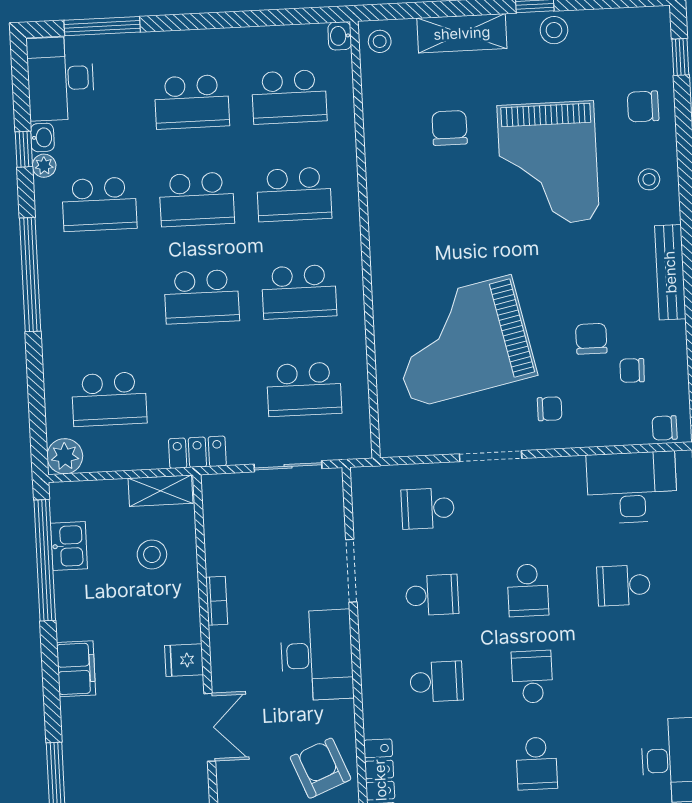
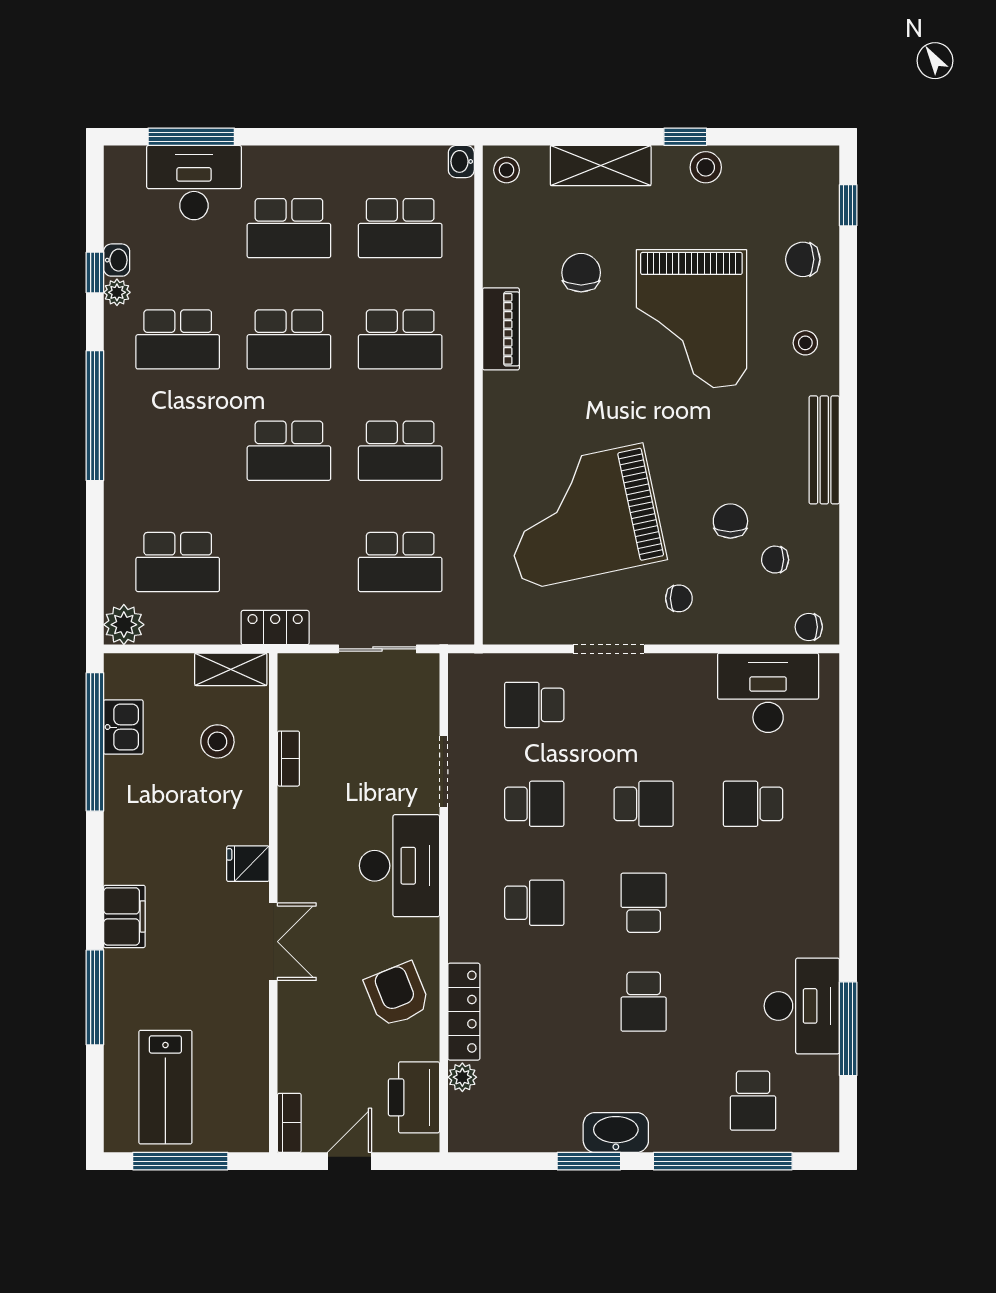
desk: (61, 78) -> (194, 183), moved, turned 90
piano: (382, 181) -> (501, 329), added
school desk: (528, 590) -> (644, 804), turned -90
bookcase: (217, 601) -> (288, 759), moved
filing cabinet: (76, 669) -> (124, 916), moved

